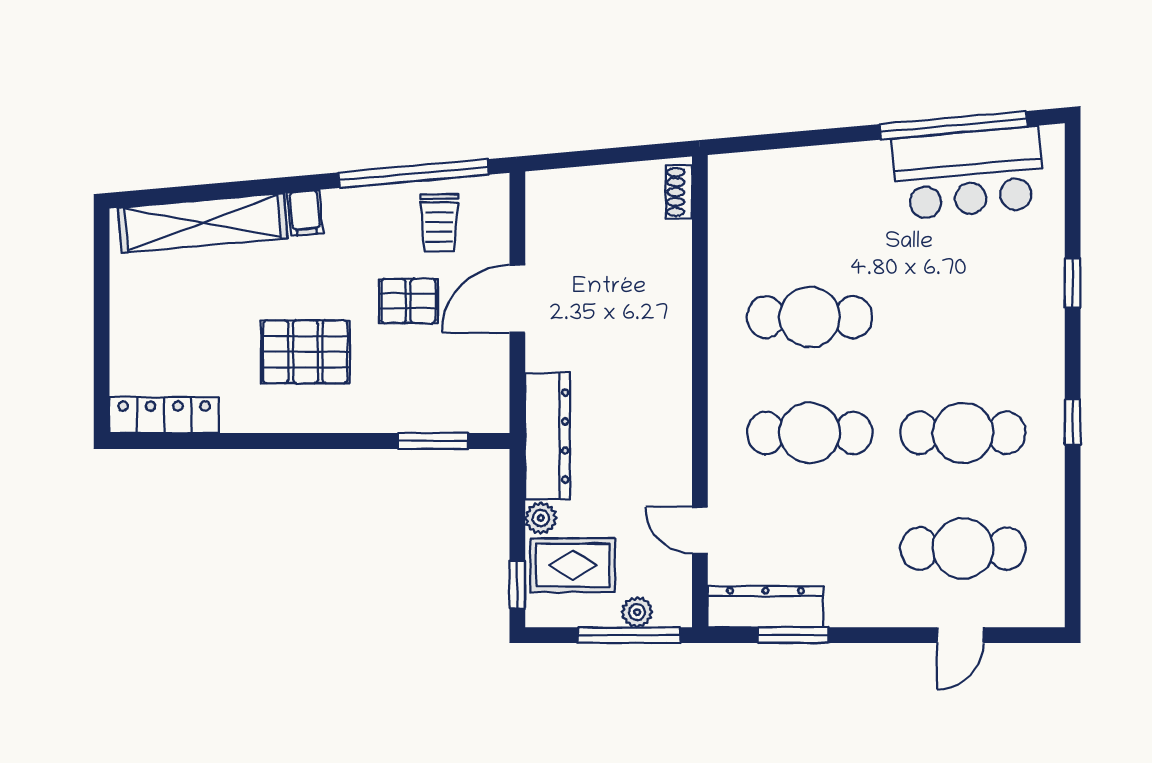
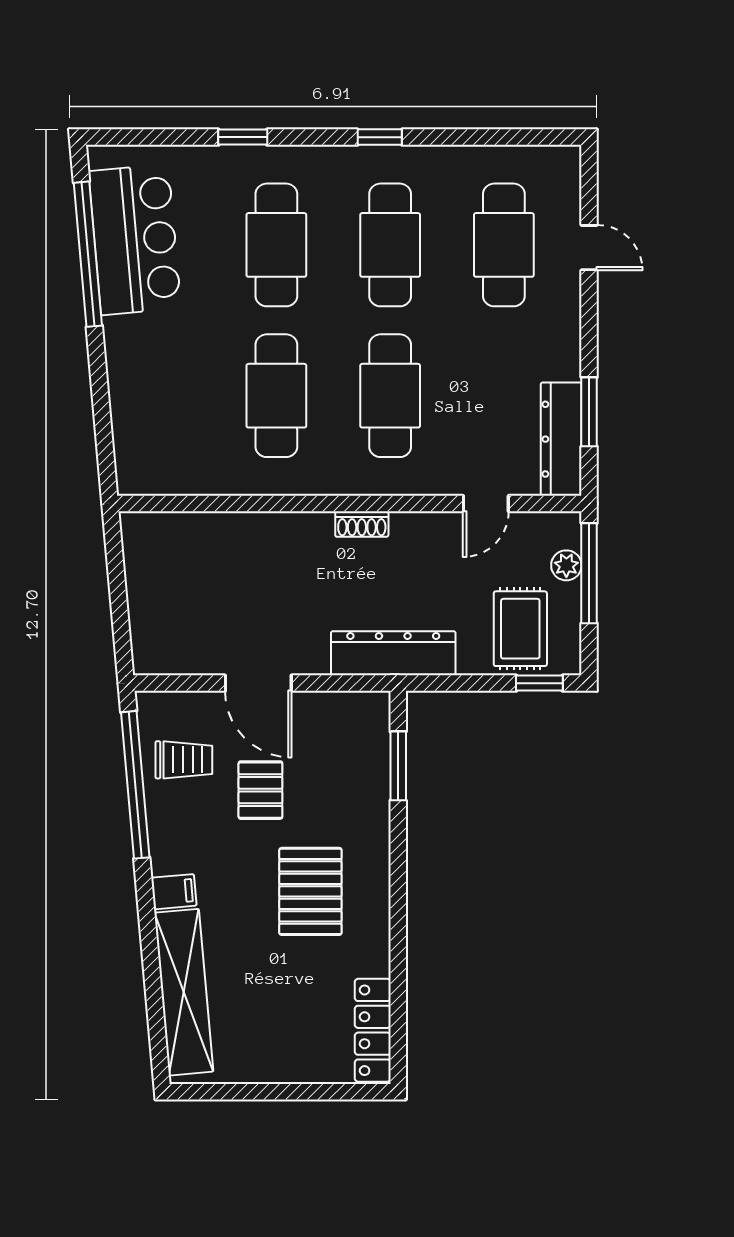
shoe rack: (679, 192) -> (362, 524), moved
cafe table: (963, 317) -> (276, 245), added
plant: (541, 518) -> (474, 660), removed

